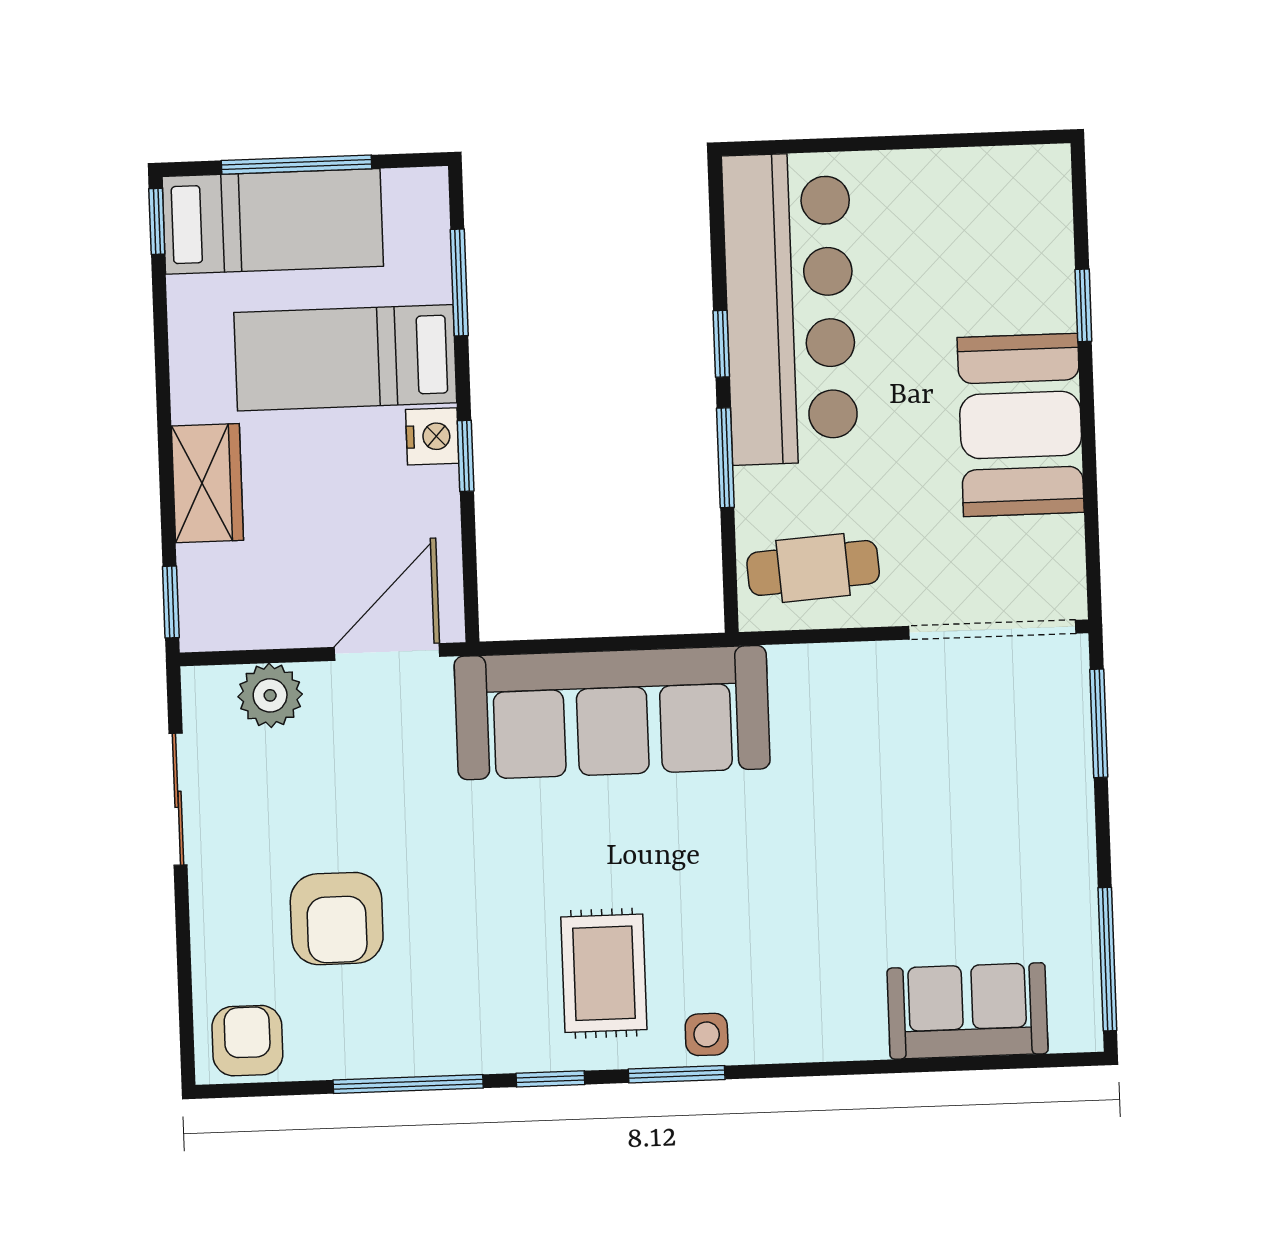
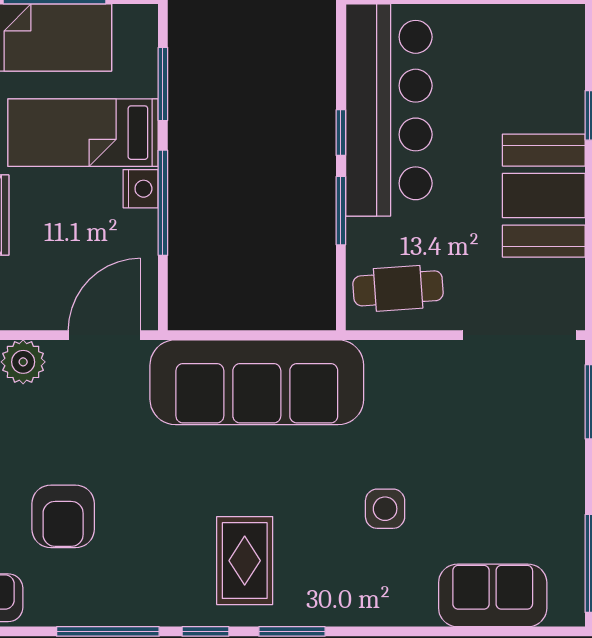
window: (466, 456) -> (163, 203), width x2.17
side table: (707, 1034) -> (385, 509), moved, width x1.37, depth x1.37

